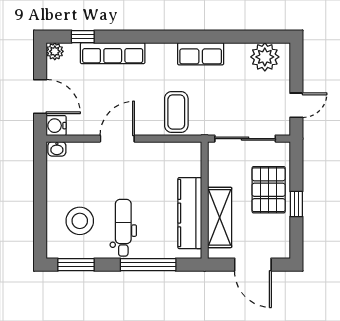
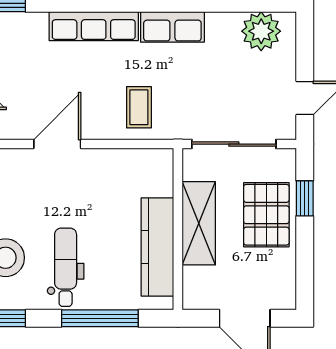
row of seats: (113, 53) -> (94, 26), moved
coffee table: (176, 112) -> (139, 107), width x0.73, depth x0.77
window: (296, 204) -> (305, 198), moved
shelving: (220, 217) -> (199, 223), moved

